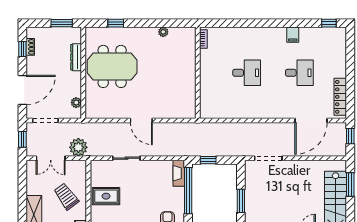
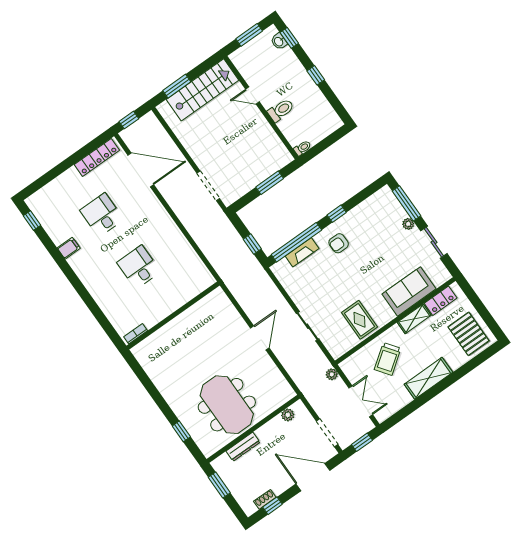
plant: (163, 32) -> (157, 378), removed
plant: (78, 147) -> (332, 374), width x0.53, depth x0.53
fireplace: (179, 173) -> (302, 252), moved

